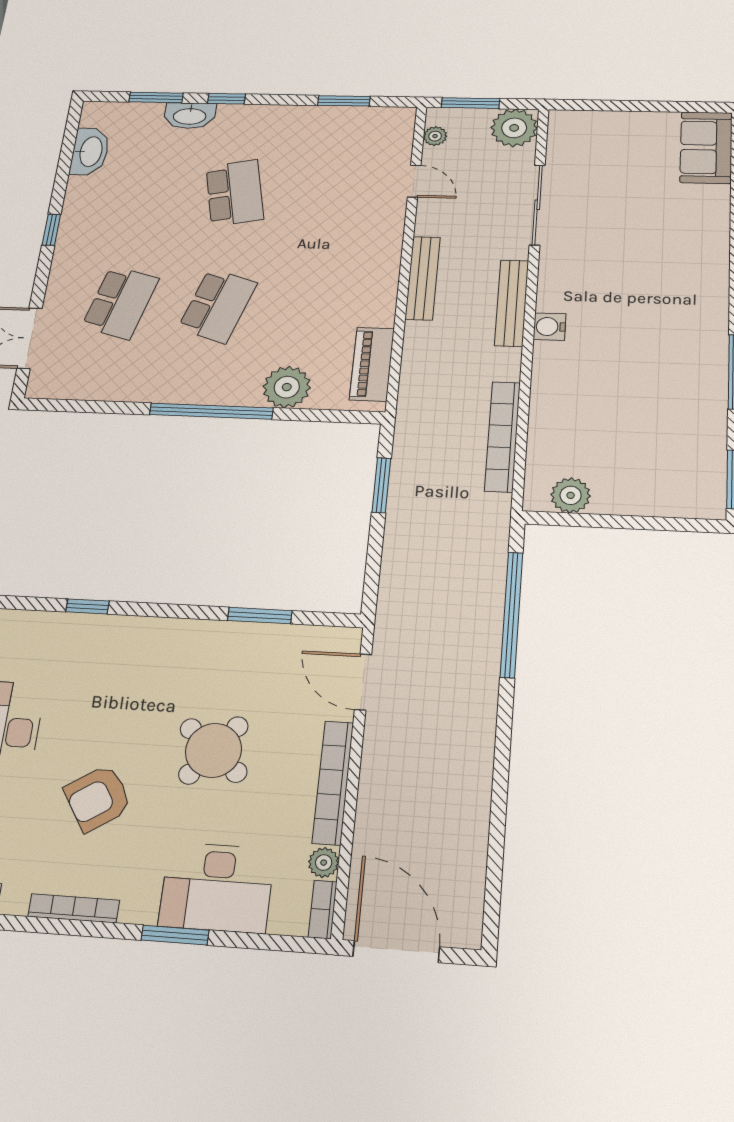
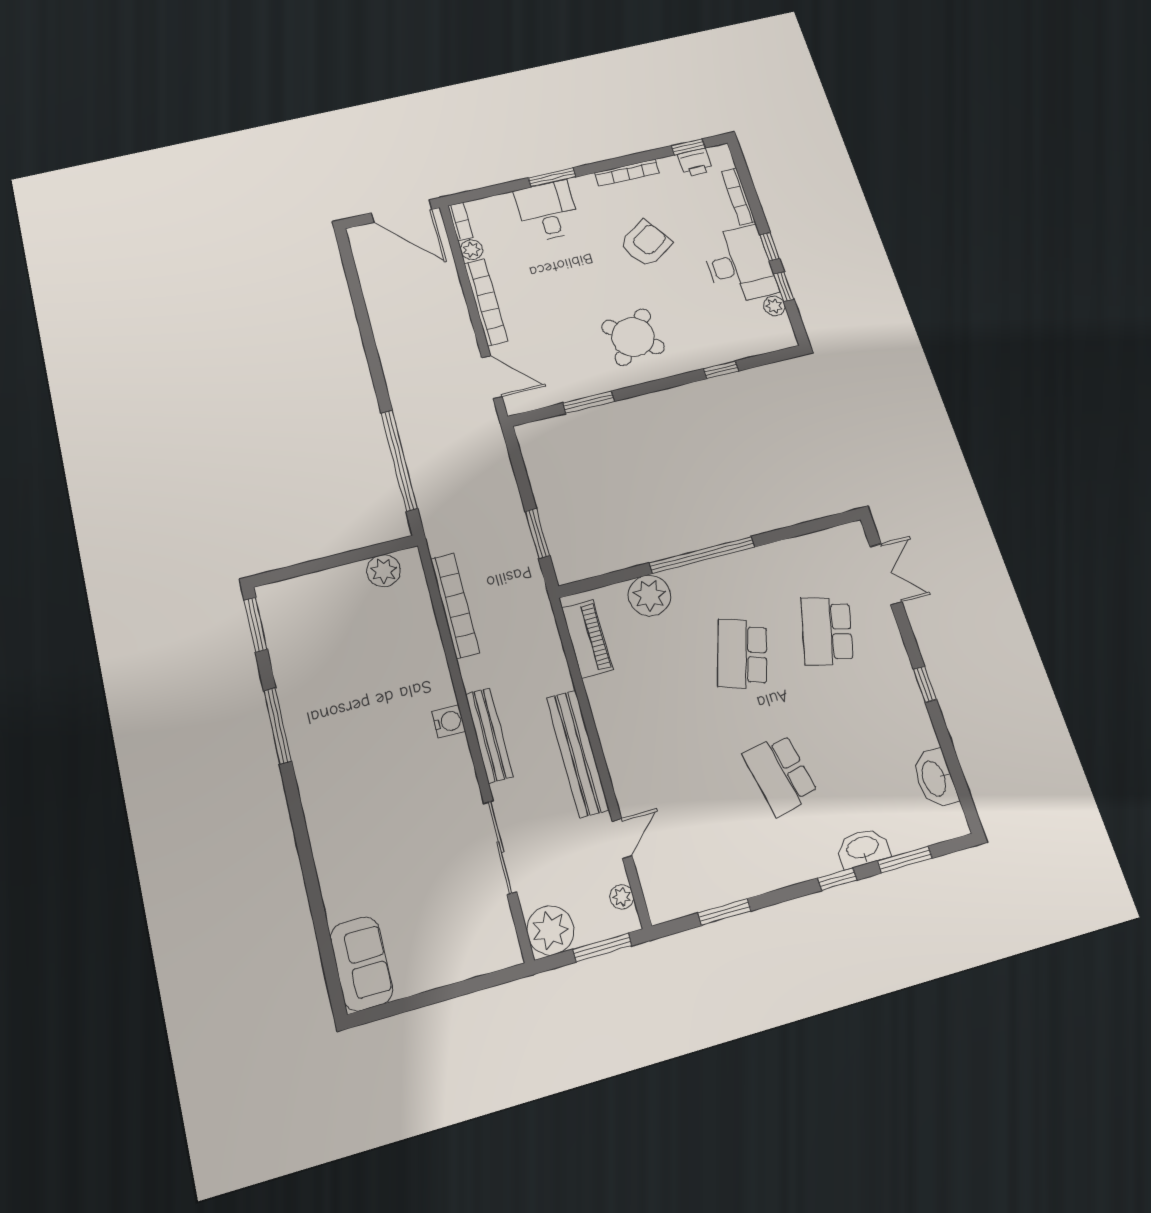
door: (414, 181) -> (622, 838), swing flipped
bench: (423, 278) -> (578, 753), width x1.37, depth x1.21
round table: (213, 750) -> (633, 337), moved
desk: (217, 887) -> (547, 211), width x0.73

